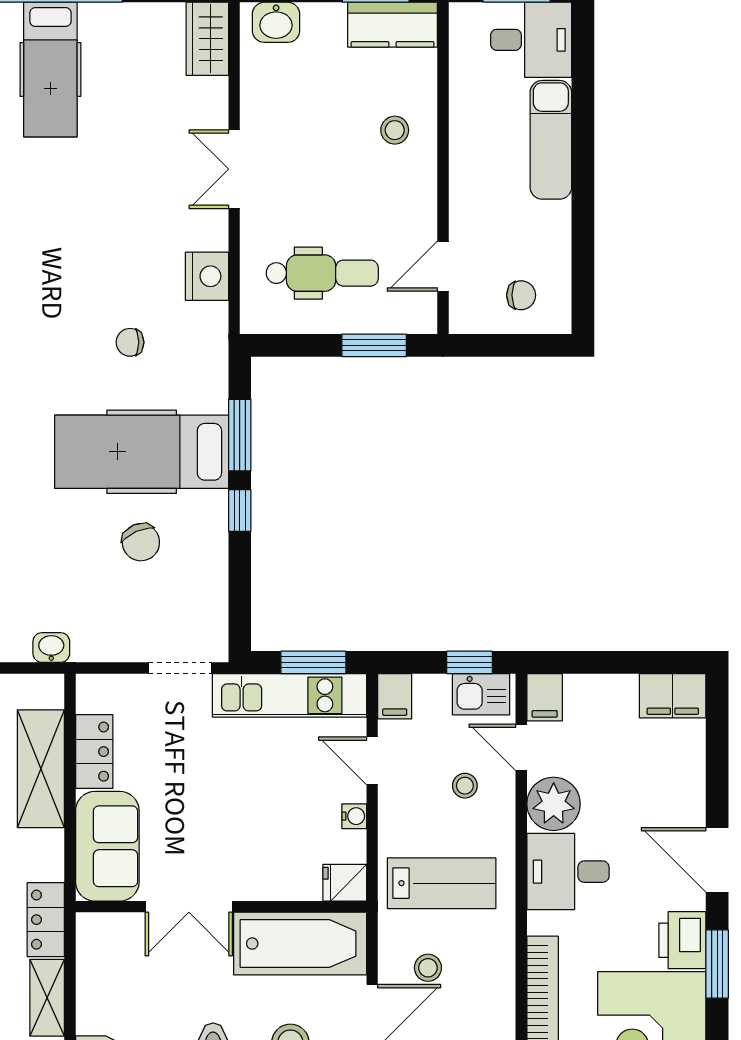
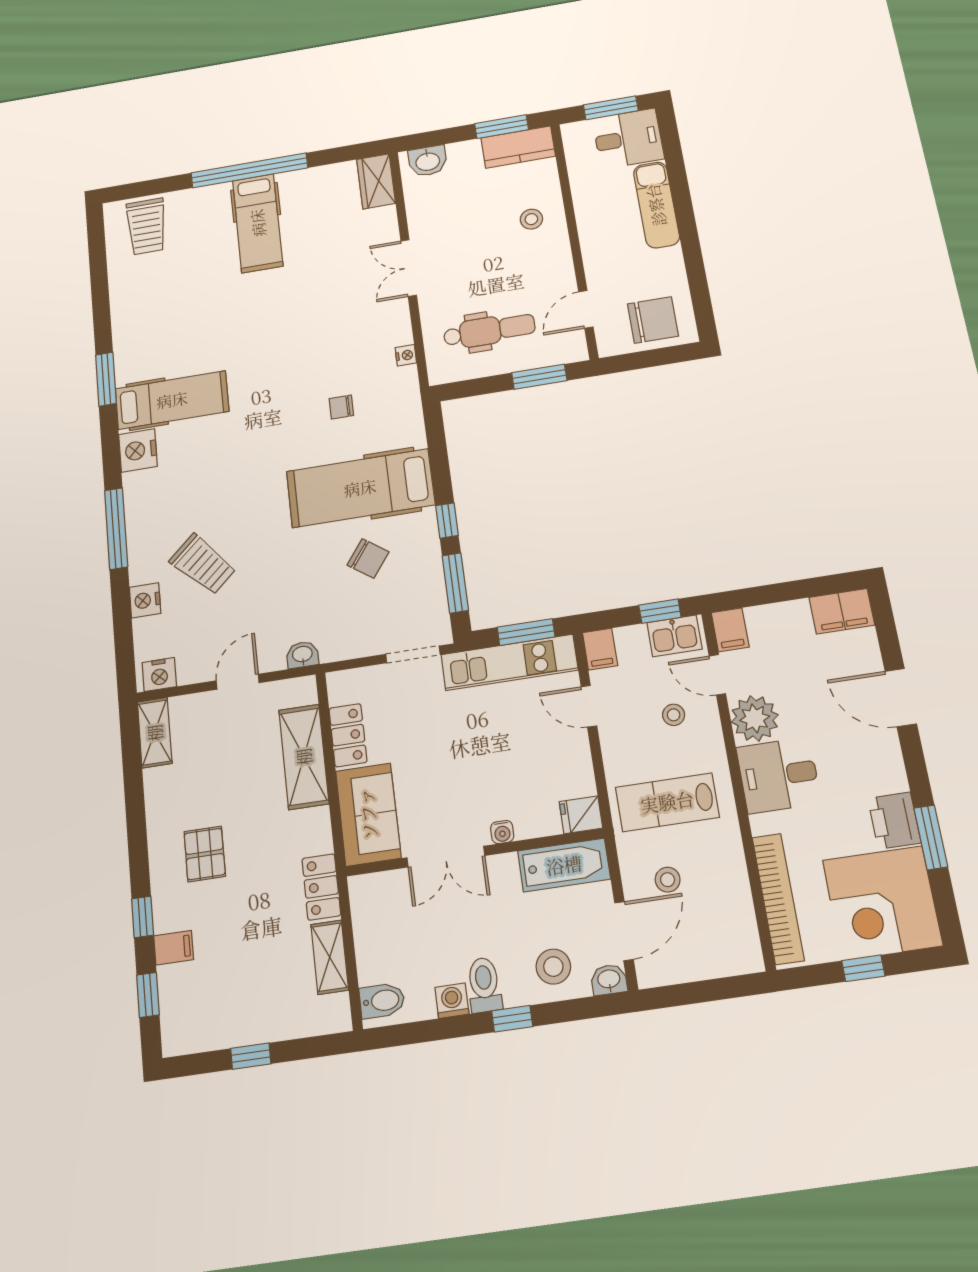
nightstand: (207, 276) -> (406, 355), width x0.53, depth x0.56
chair: (521, 295) -> (653, 320), width x1.87, depth x1.87
window: (240, 435) -> (455, 583), moved
chair: (141, 542) -> (368, 558), turned -30
water cooler: (354, 816) -> (502, 832), moved, turned 90
door: (717, 860) -> (901, 698), moved
lab bench: (442, 883) -> (667, 802), turned 180
bathtub: (300, 944) -> (564, 865), width x0.73, depth x0.73

